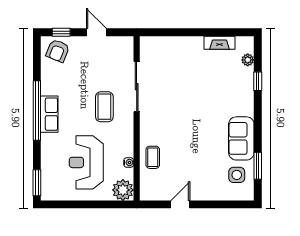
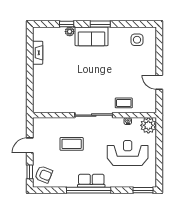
plant: (248, 60) -> (70, 32), moved
sliding door: (137, 87) -> (94, 115), moved
coffee table: (104, 107) -> (72, 144), moved
sofa: (241, 138) -> (92, 36), moved
reception desk: (86, 162) -> (128, 153), turned 180
window: (258, 166) -> (100, 24), moved

